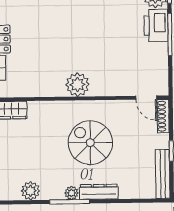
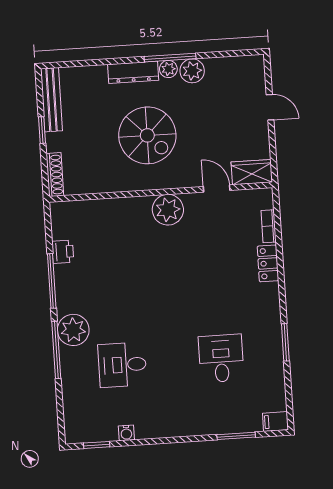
printer: (156, 26) -> (63, 252), moved, width x0.53, depth x0.68
door: (146, 98) -> (217, 188), moved
plant: (30, 191) -> (192, 71), moved

